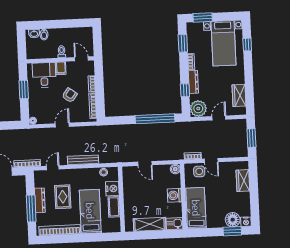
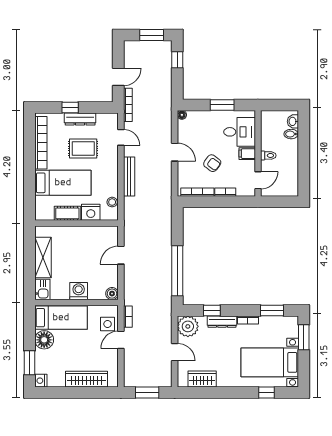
wardrobe: (243, 181) -> (86, 379), width x1.50
window: (31, 208) -> (70, 108), width x0.46
floor lamp: (233, 220) -> (44, 340), moved

